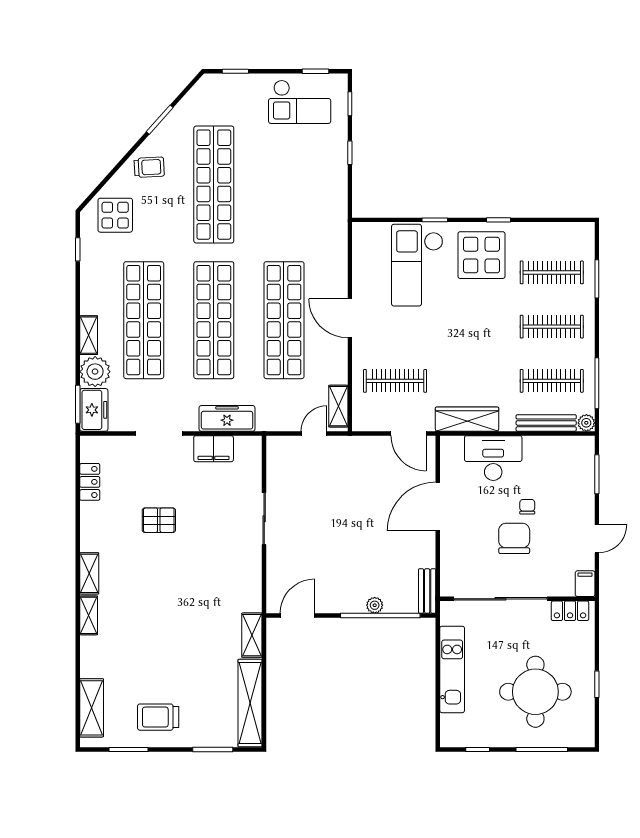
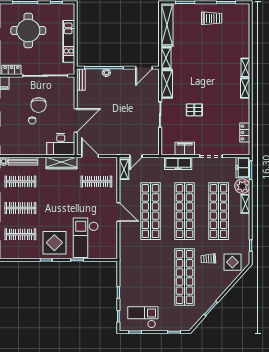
trolley: (149, 167) -> (208, 259), moved
checkout: (417, 265) -> (86, 238), turned 180
desk: (493, 458) -> (61, 144), moved
pallet: (159, 520) -> (194, 110), moved
shelving: (92, 708) -> (167, 84), moved

